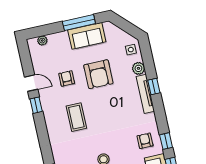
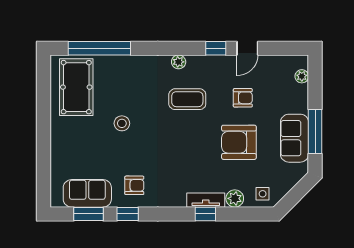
tv unit: (145, 94) -> (206, 200), width x0.71
plant: (52, 129) -> (179, 62), added

